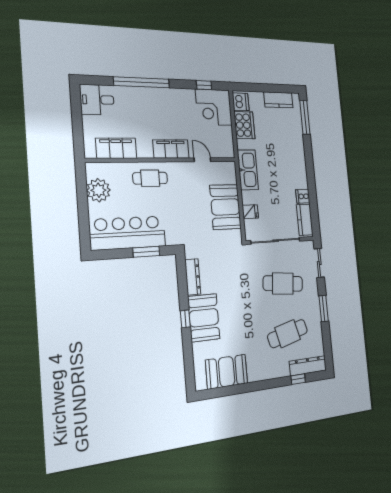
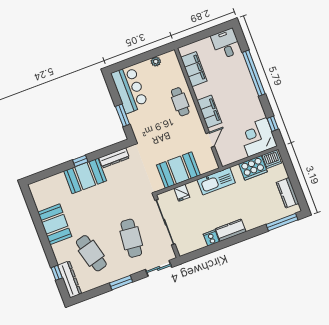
plant: (98, 190) -> (156, 62), width x0.53, depth x0.53
kitchen counter: (305, 220) -> (231, 230), moved
bar counter: (128, 233) -> (130, 89), width x0.73
booth: (227, 372) -> (55, 224), moved

